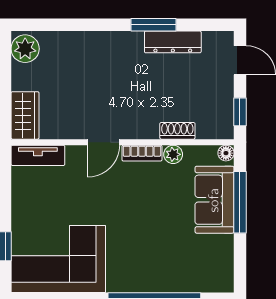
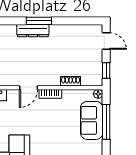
window: (153, 25) -> (39, 21), moved
dresser: (173, 42) -> (33, 31), moved
plant: (173, 154) -> (68, 95), removed

